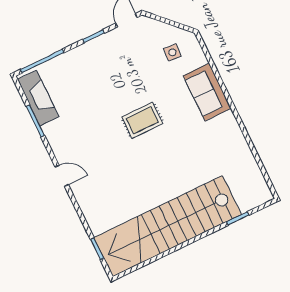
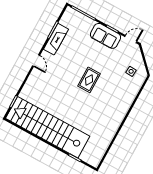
sofa: (207, 92) -> (106, 36), moved, turned -90
fireplace: (38, 98) -> (56, 39), moved
rug: (142, 120) -> (89, 80), turned 90

